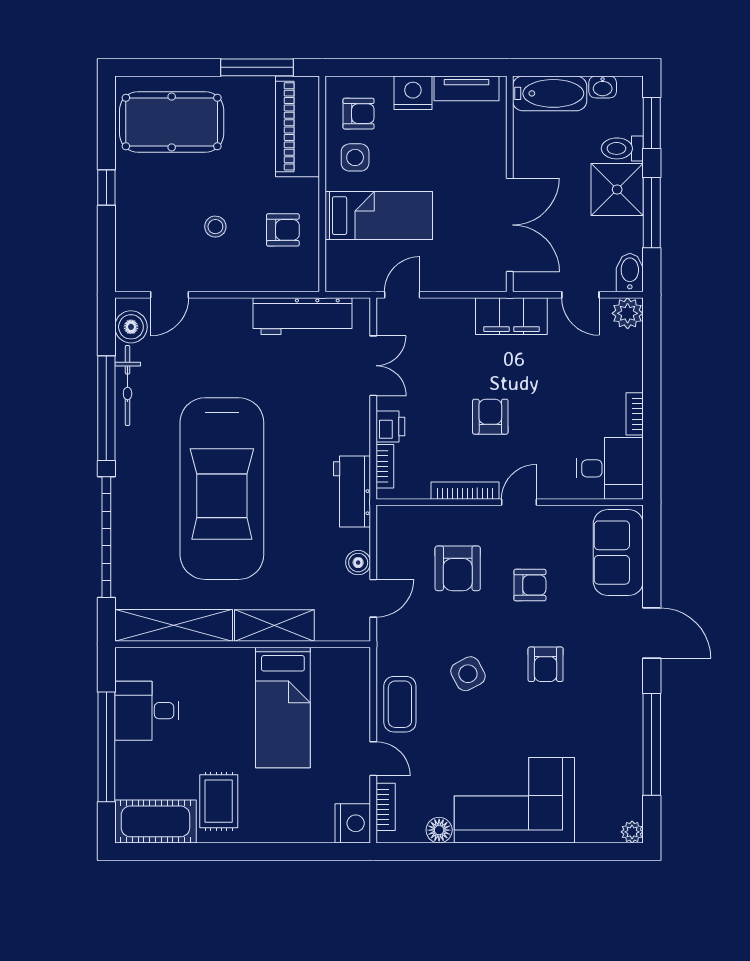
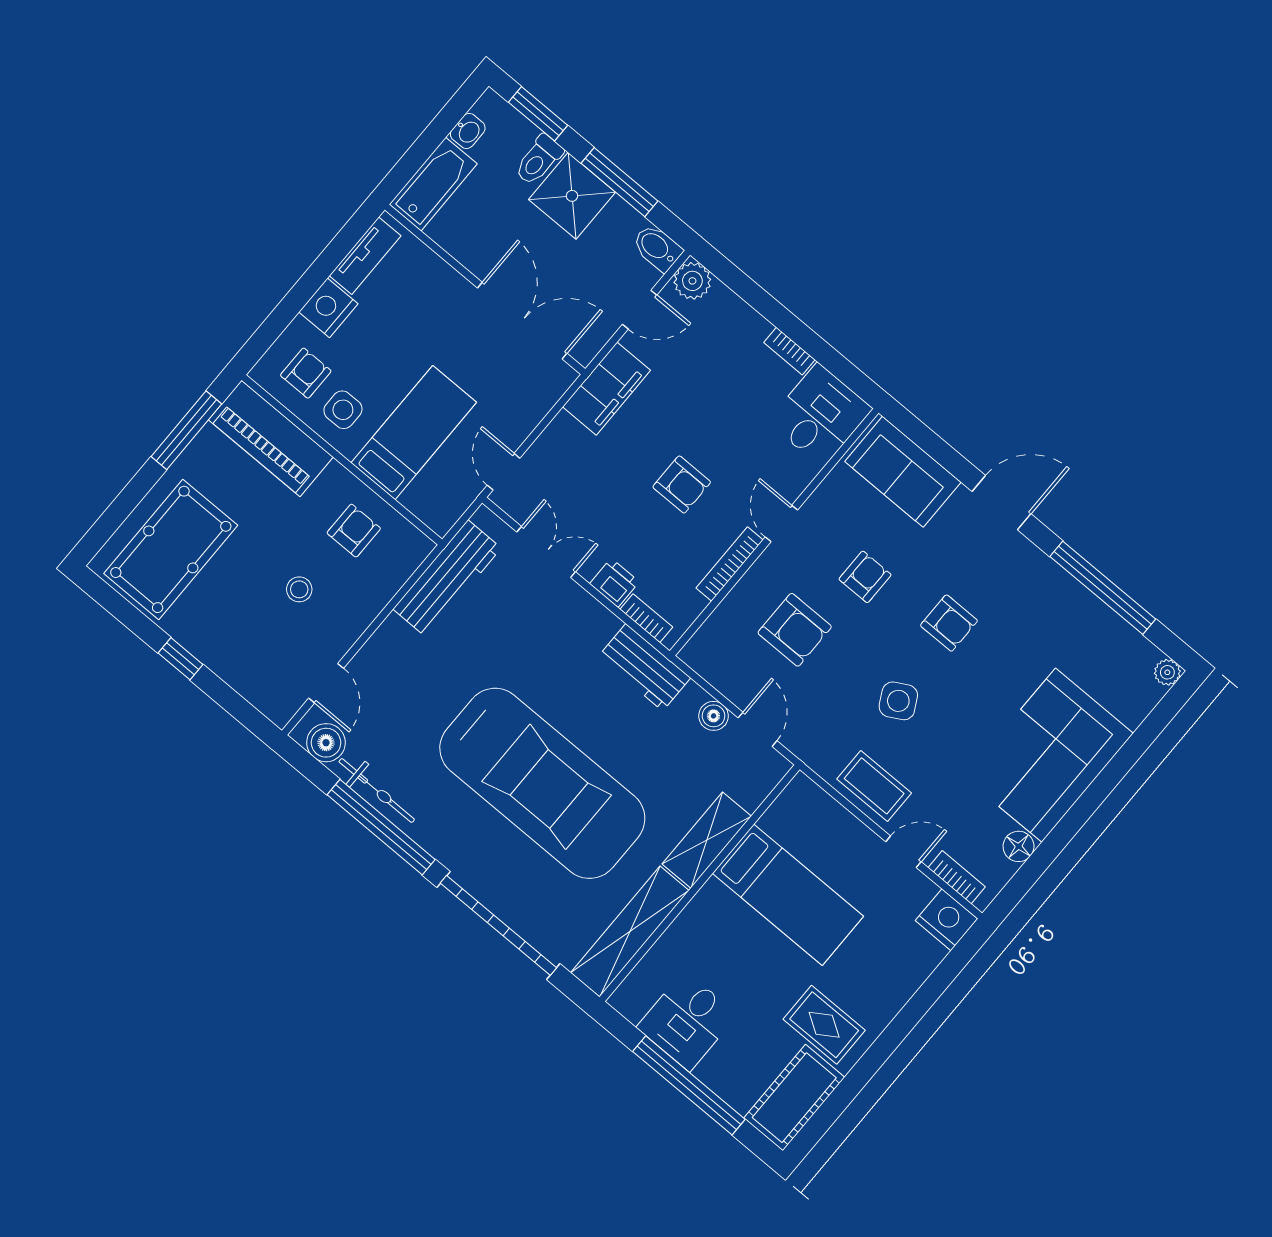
armchair: (490, 417) -> (682, 485), turned 180

